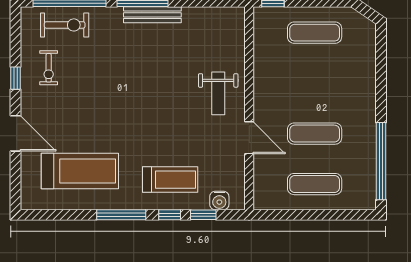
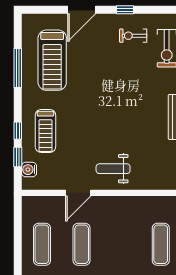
window: (121, 215) -> (18, 68), moved

